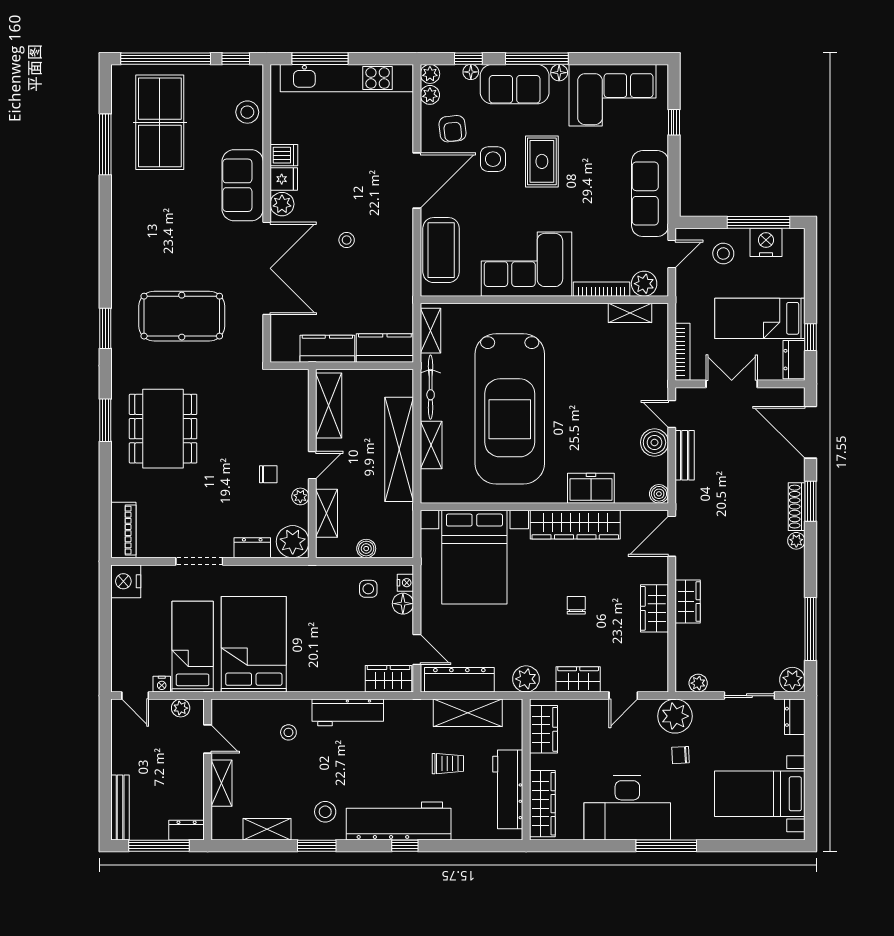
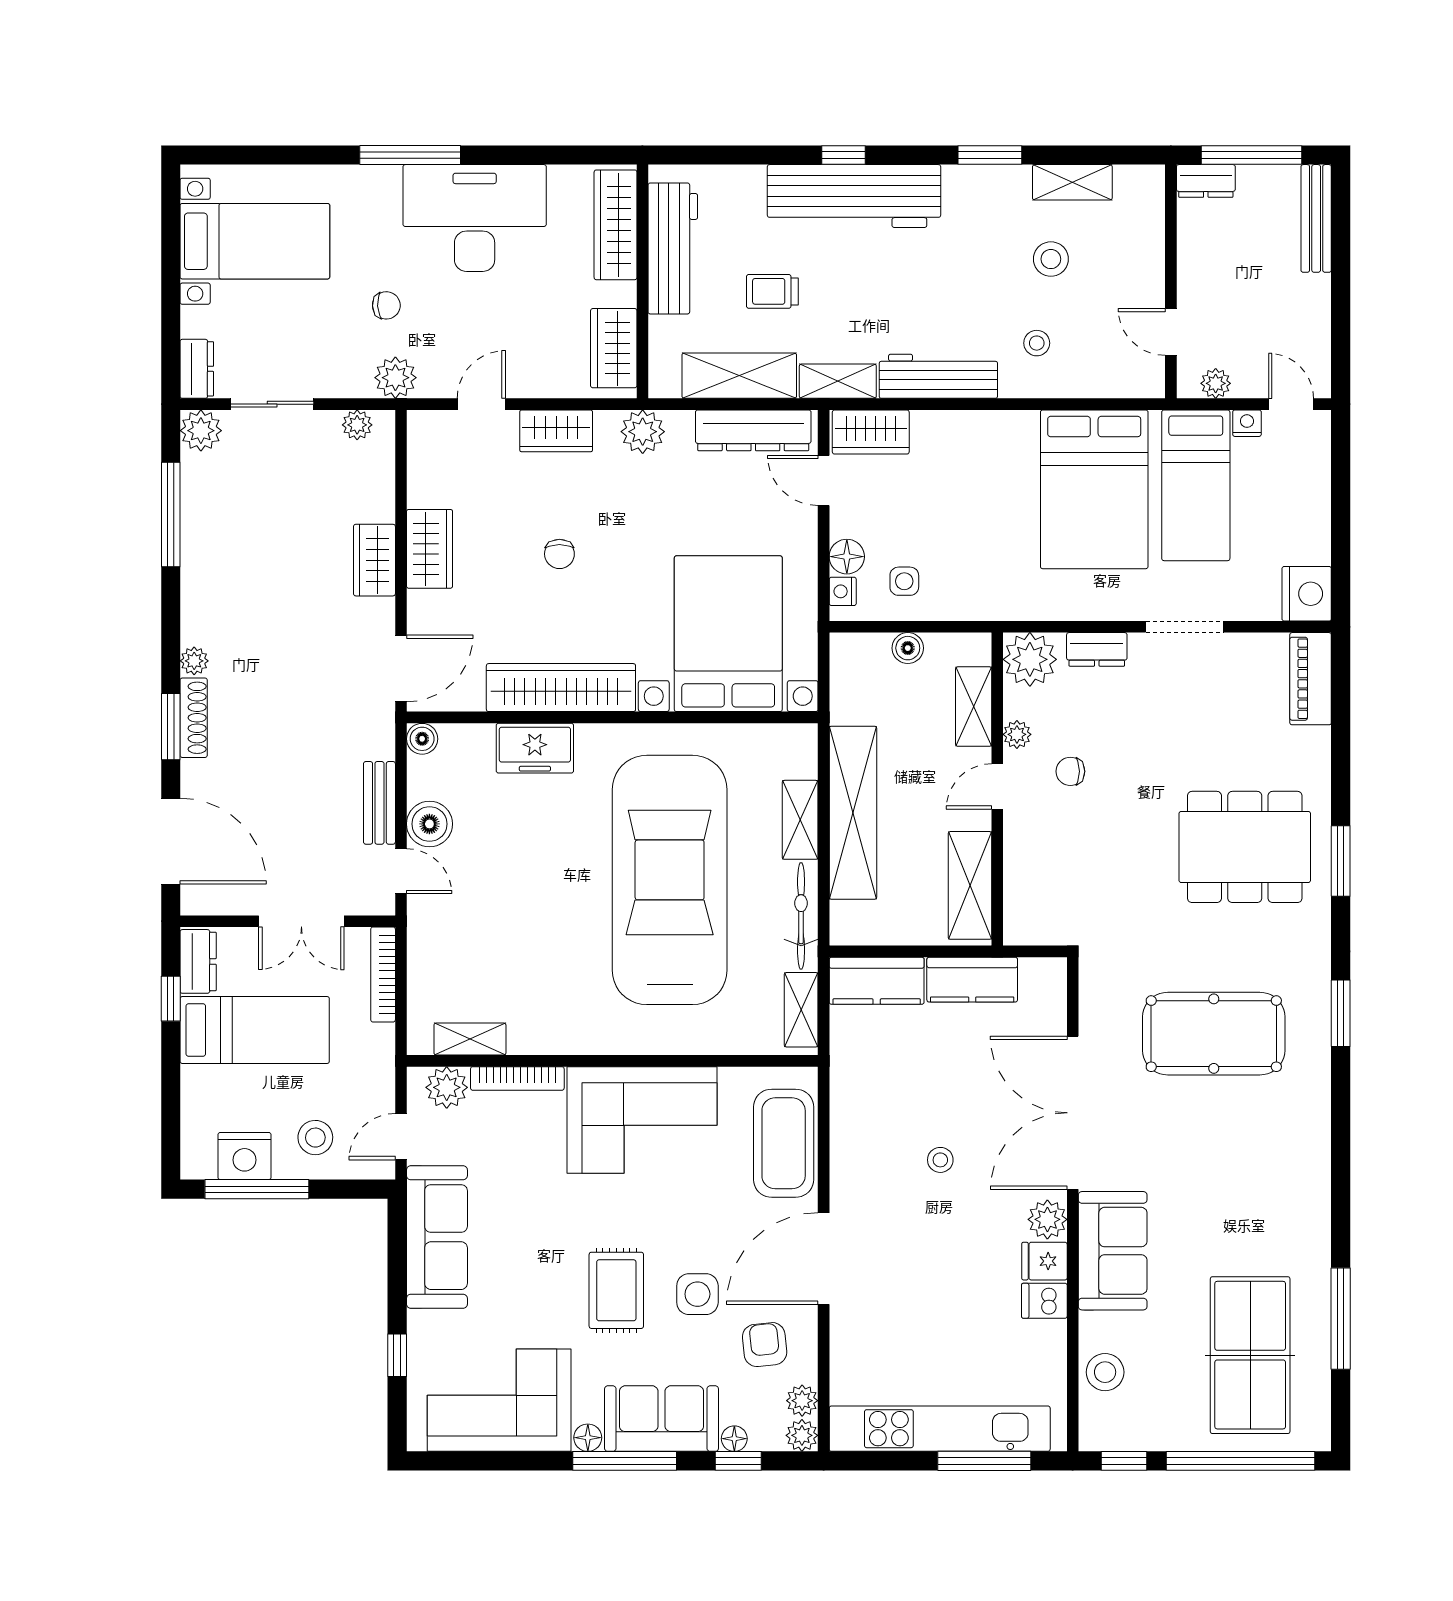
dining table: (163, 429) -> (1245, 847), turned 90
plant: (675, 716) -> (395, 378), width x0.73, depth x0.73
shelving: (221, 783) -> (838, 381), moved, turned 90
stool: (325, 812) -> (1051, 259), moved

